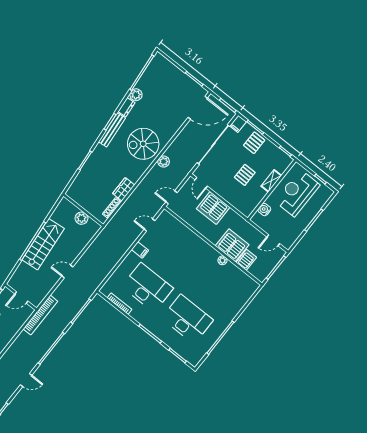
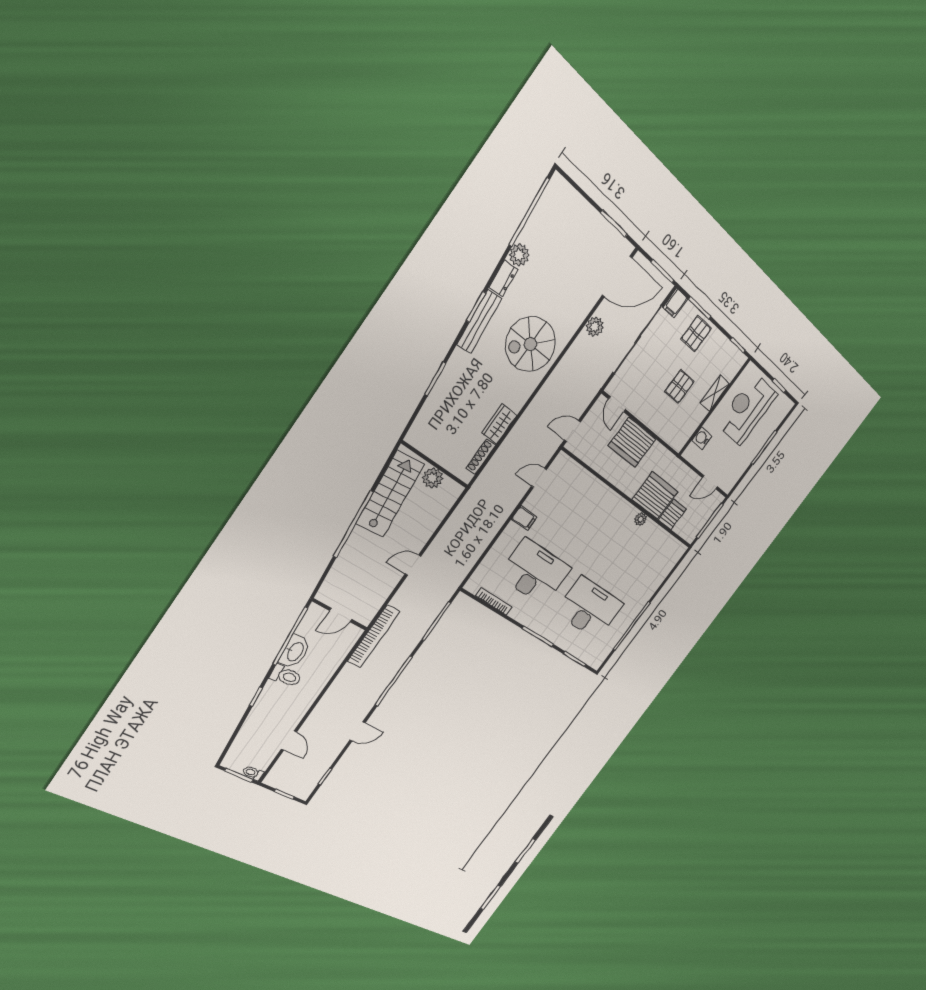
plant: (164, 162) -> (595, 326), moved
stairs: (43, 244) -> (390, 494), moved

